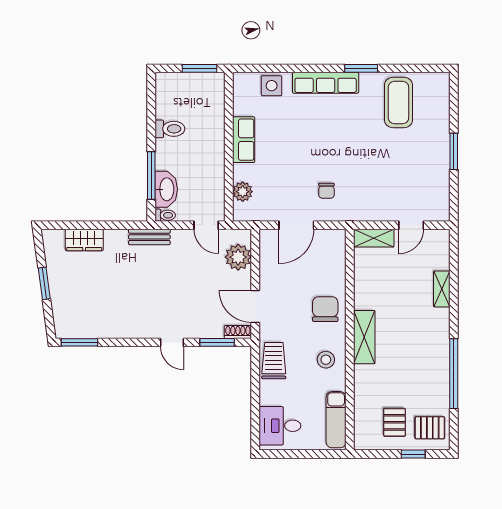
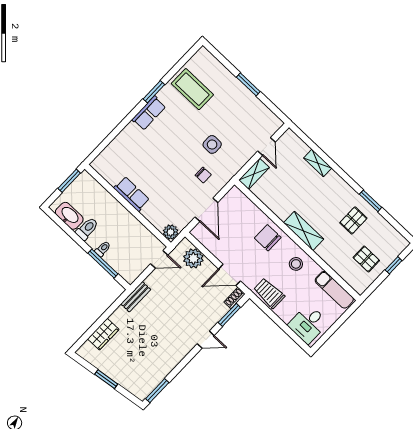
row of seats: (326, 83) -> (149, 113), width x0.68
side table: (272, 86) -> (212, 144), moved
washbasin: (166, 189) -> (69, 216), moved
plant: (243, 192) -> (171, 232), moved
toilet: (165, 215) -> (103, 249), moved
window: (454, 374) -> (371, 201), width x0.47
pallet: (430, 428) -> (353, 220), moved

